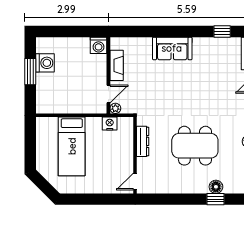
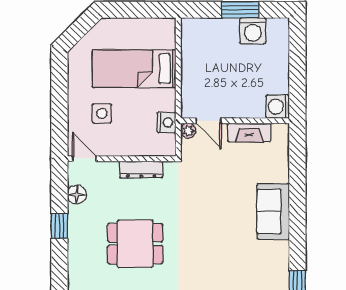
dining table: (195, 146) -> (135, 244), width x0.73
side table: (103, 169) -> (102, 113), added
floor lamp: (216, 187) -> (77, 195), moved
window: (215, 199) -> (59, 226), moved

